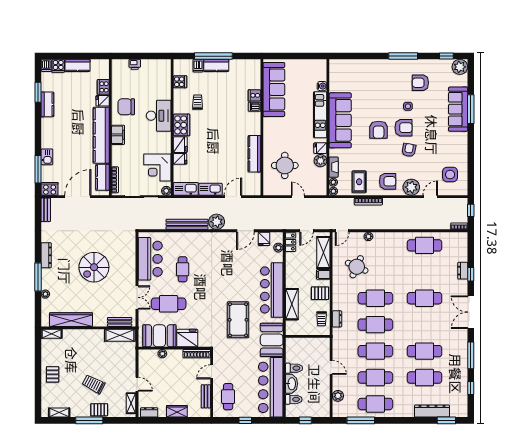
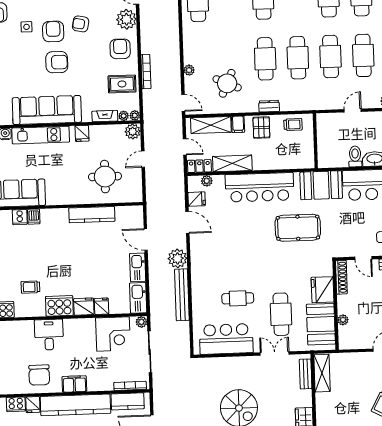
desk: (159, 116) -> (49, 335), width x0.73
plant: (320, 161) -> (133, 131), moved
shelving: (292, 304) -> (232, 163), moved
dresser: (337, 319) -> (269, 106), moved

